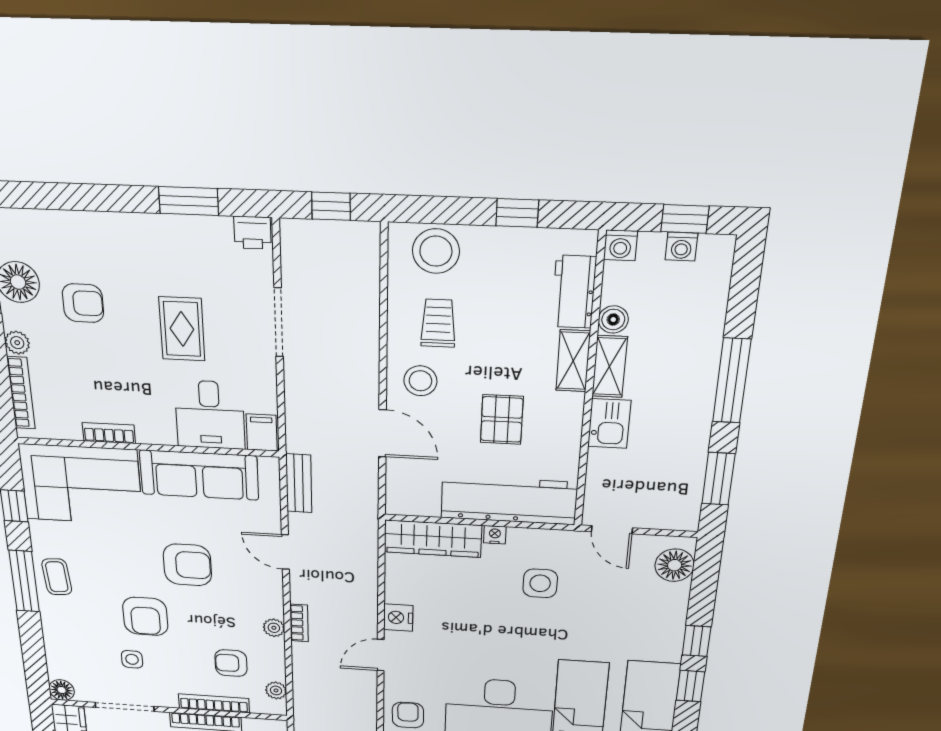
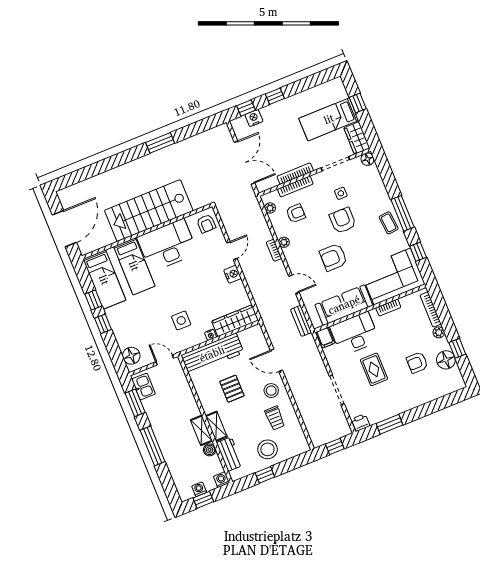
stool: (436, 251) -> (267, 449), moved
desk: (210, 415) -> (355, 334), width x1.37
kitchen sink: (609, 424) -> (144, 387), moved, turned 180

